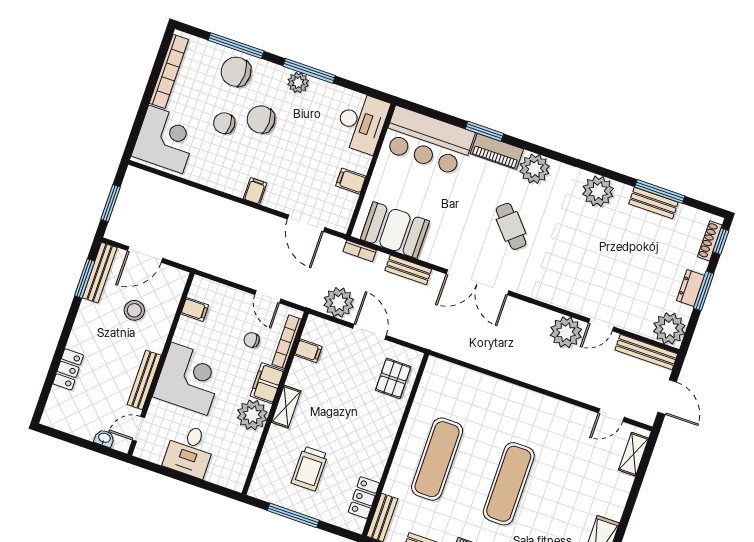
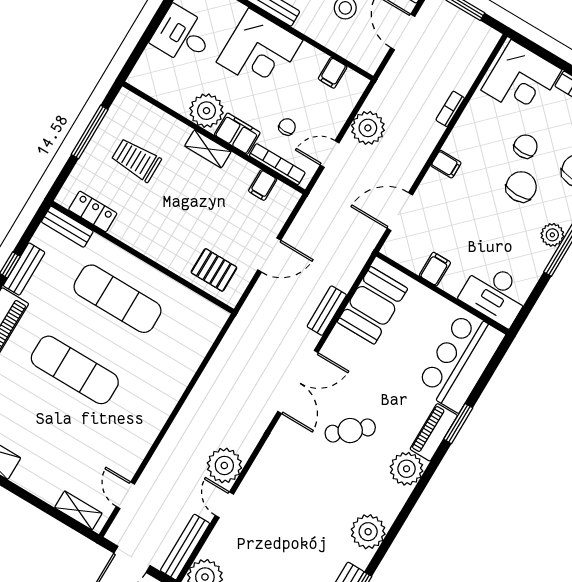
bookcase: (360, 251) -> (450, 109), moved
double door: (477, 282) -> (298, 382), swing flipped
plant: (339, 302) -> (368, 128), moved

